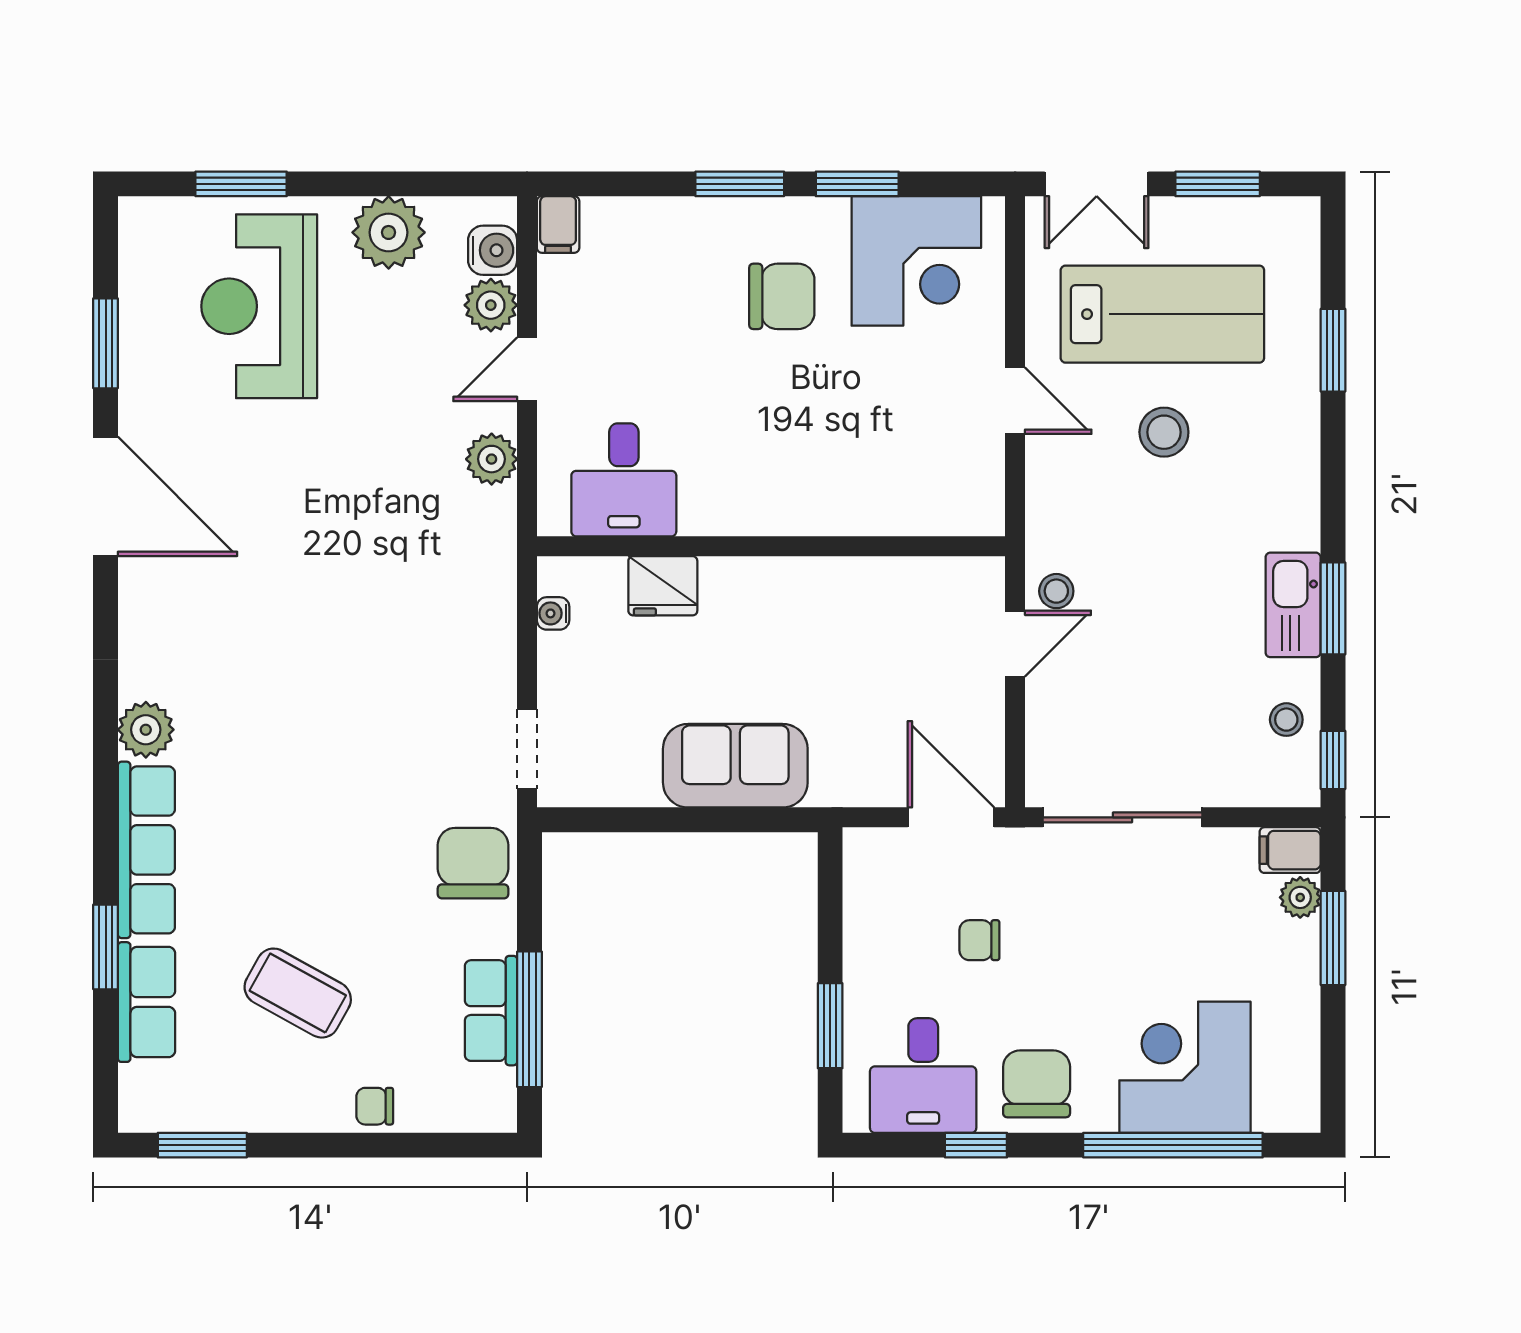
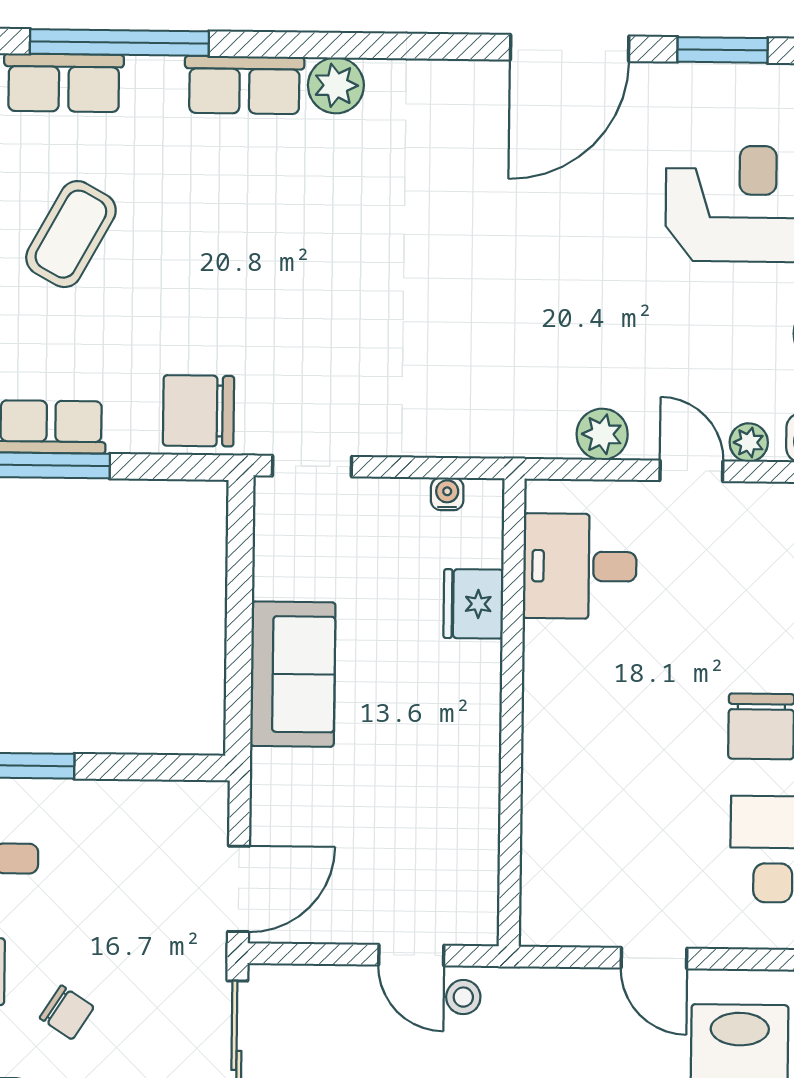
plant: (491, 305) -> (749, 442), width x0.73, depth x0.73
door: (1015, 401) -> (654, 958), hinge flipped
row of seats: (146, 850) -> (244, 85), width x0.68
chair: (473, 863) -> (199, 411), turned 180
chair: (979, 940) -> (67, 1012), moved, turned 123
window: (106, 947) -> (119, 43), width x2.11

